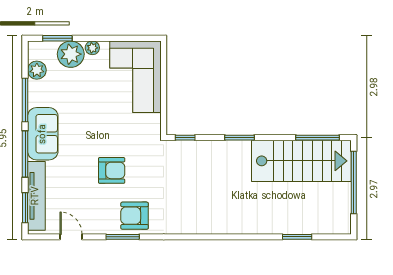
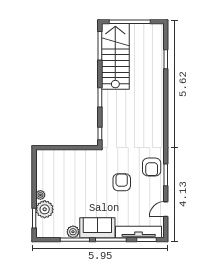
plant: (37, 70) -> (73, 232), moved
corner sofa: (136, 77) -> (60, 166), removed

